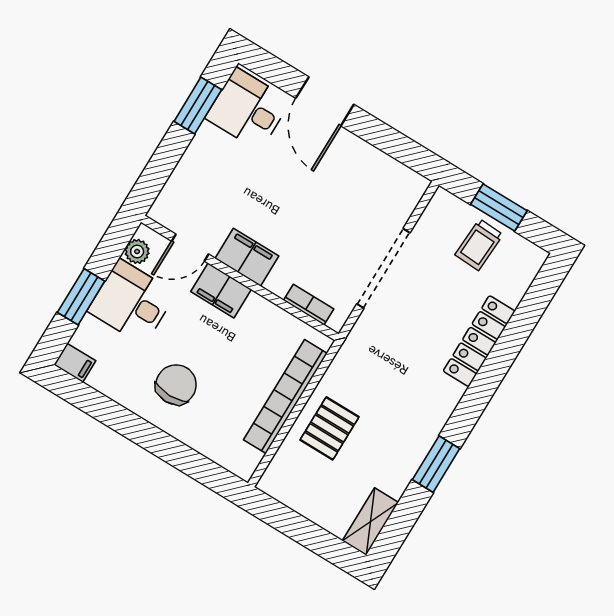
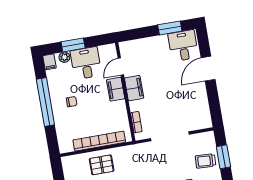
door: (190, 248) -> (121, 67), hinge flipped
plant: (137, 251) -> (64, 57), moved
chair: (176, 385) -> (72, 102), width x0.54, depth x0.54
window: (137, 430) -> (45, 102), added

